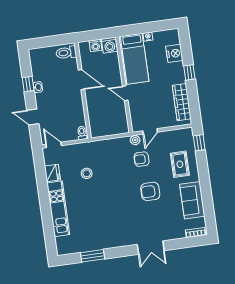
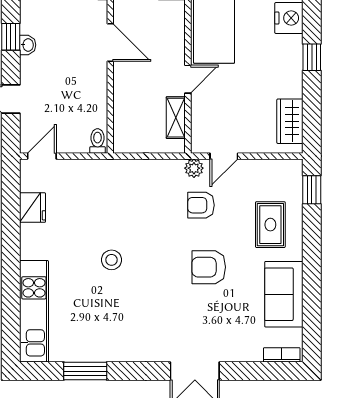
door: (125, 93) -> (188, 79), swing flipped
wardrobe: (182, 102) -> (290, 121), width x0.67
shelving: (122, 115) -> (176, 118), added
door: (54, 145) -> (42, 156), hinge flipped
stool: (87, 173) -> (112, 260), moved
kitchen unit: (58, 209) -> (34, 311), moved

